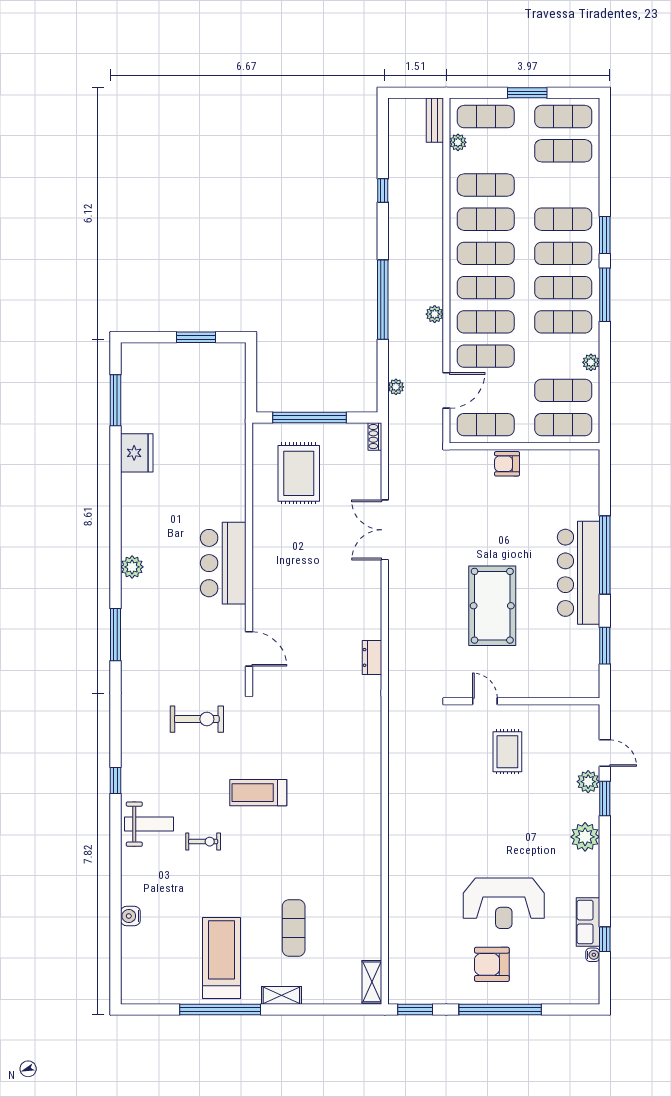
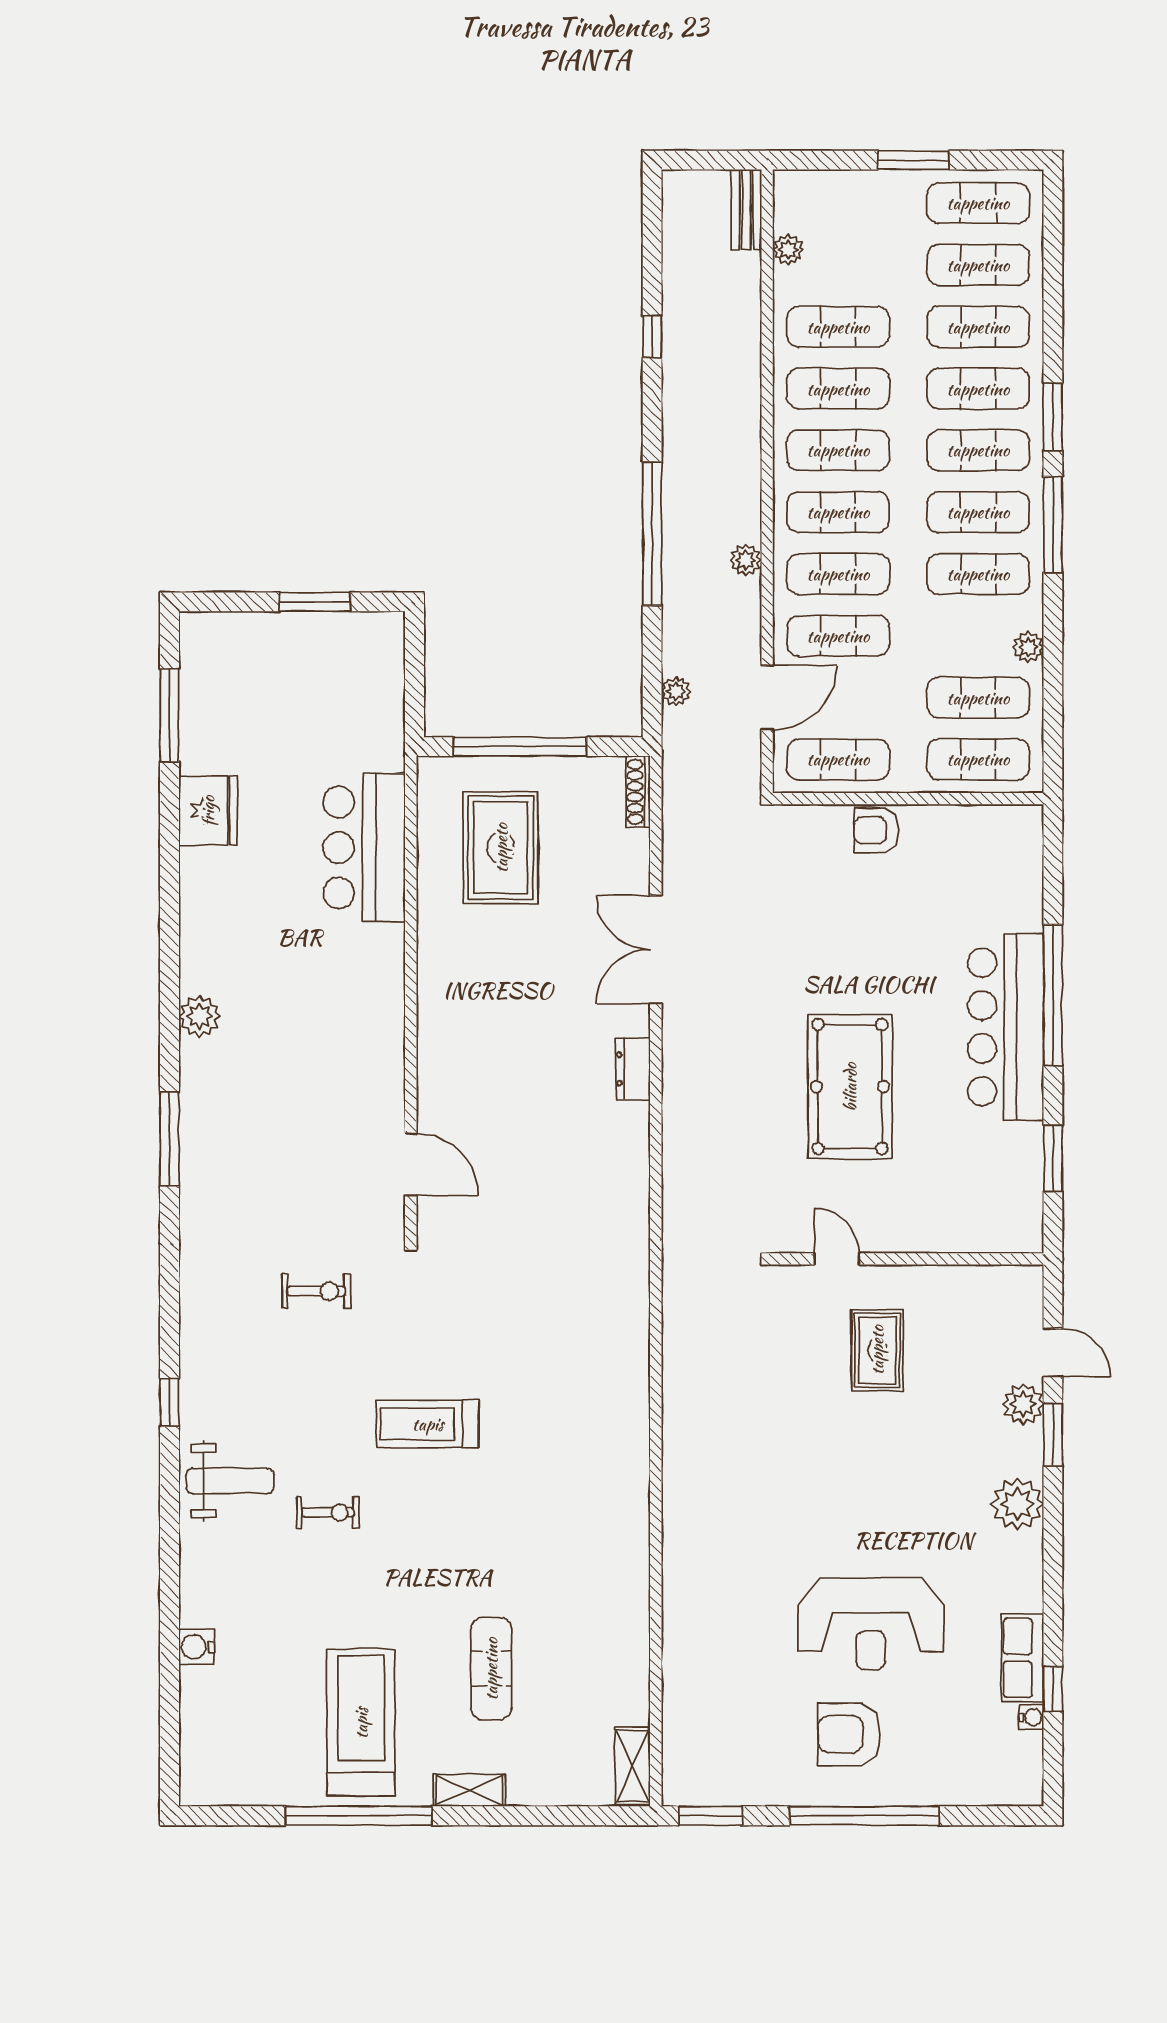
exercise mat: (486, 117) -> (978, 327), moved
shoe rack: (375, 437) -> (638, 792), width x1.43
bar counter: (223, 563) -> (364, 848), moved
dresser: (372, 657) -> (633, 1069), moved
exercise bike: (197, 719) -> (316, 1291), width x0.73, depth x0.72

